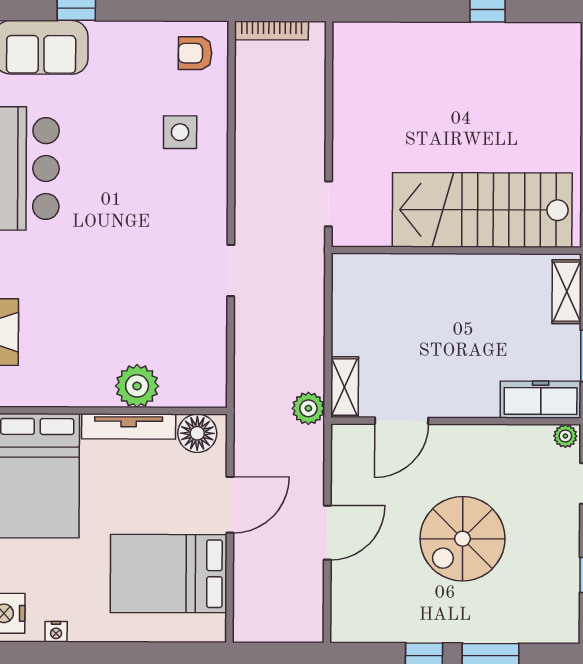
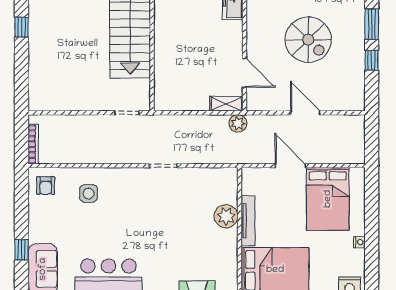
floor lamp: (197, 433) -> (252, 184), removed
nightstand: (56, 632) -> (359, 242), moved

